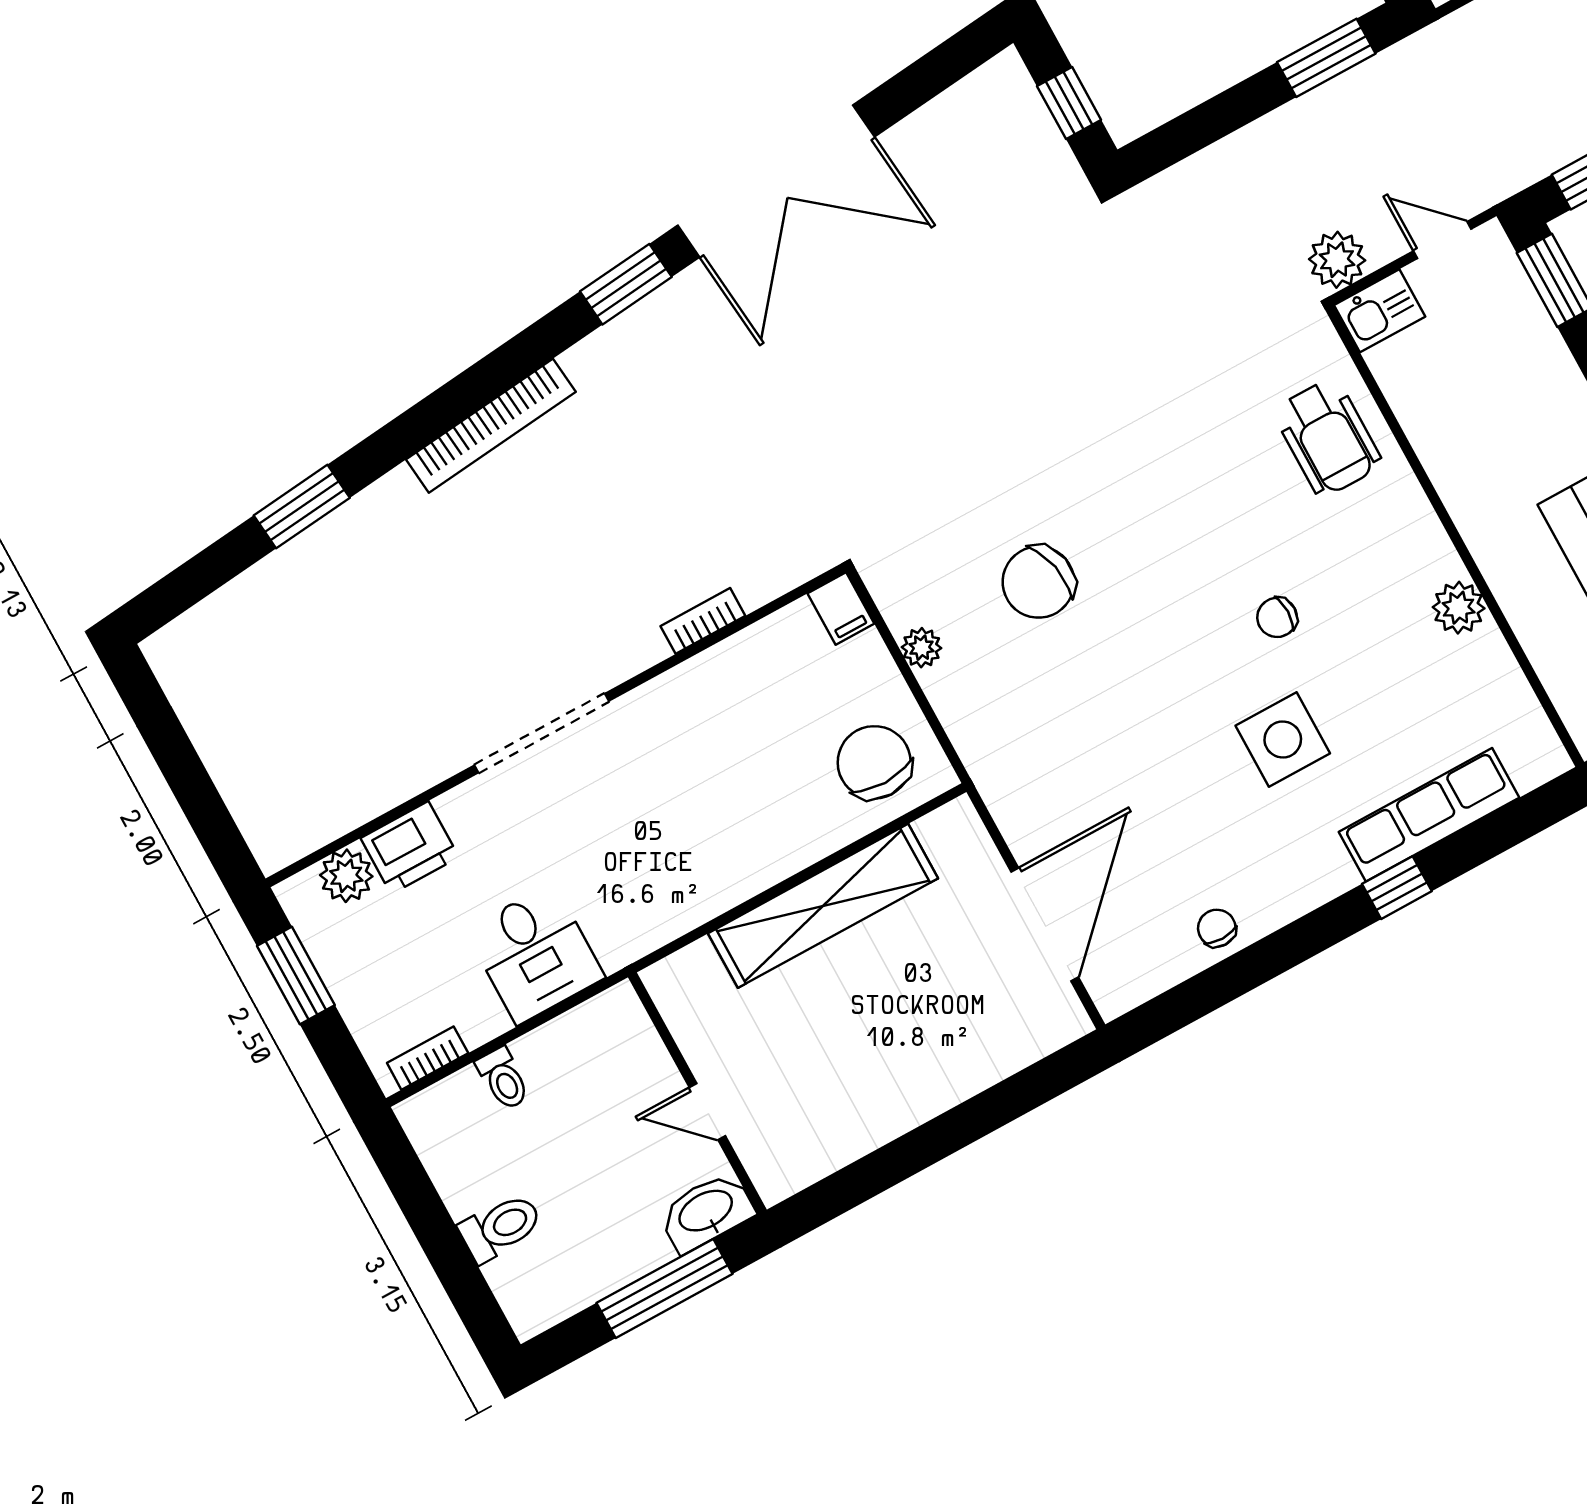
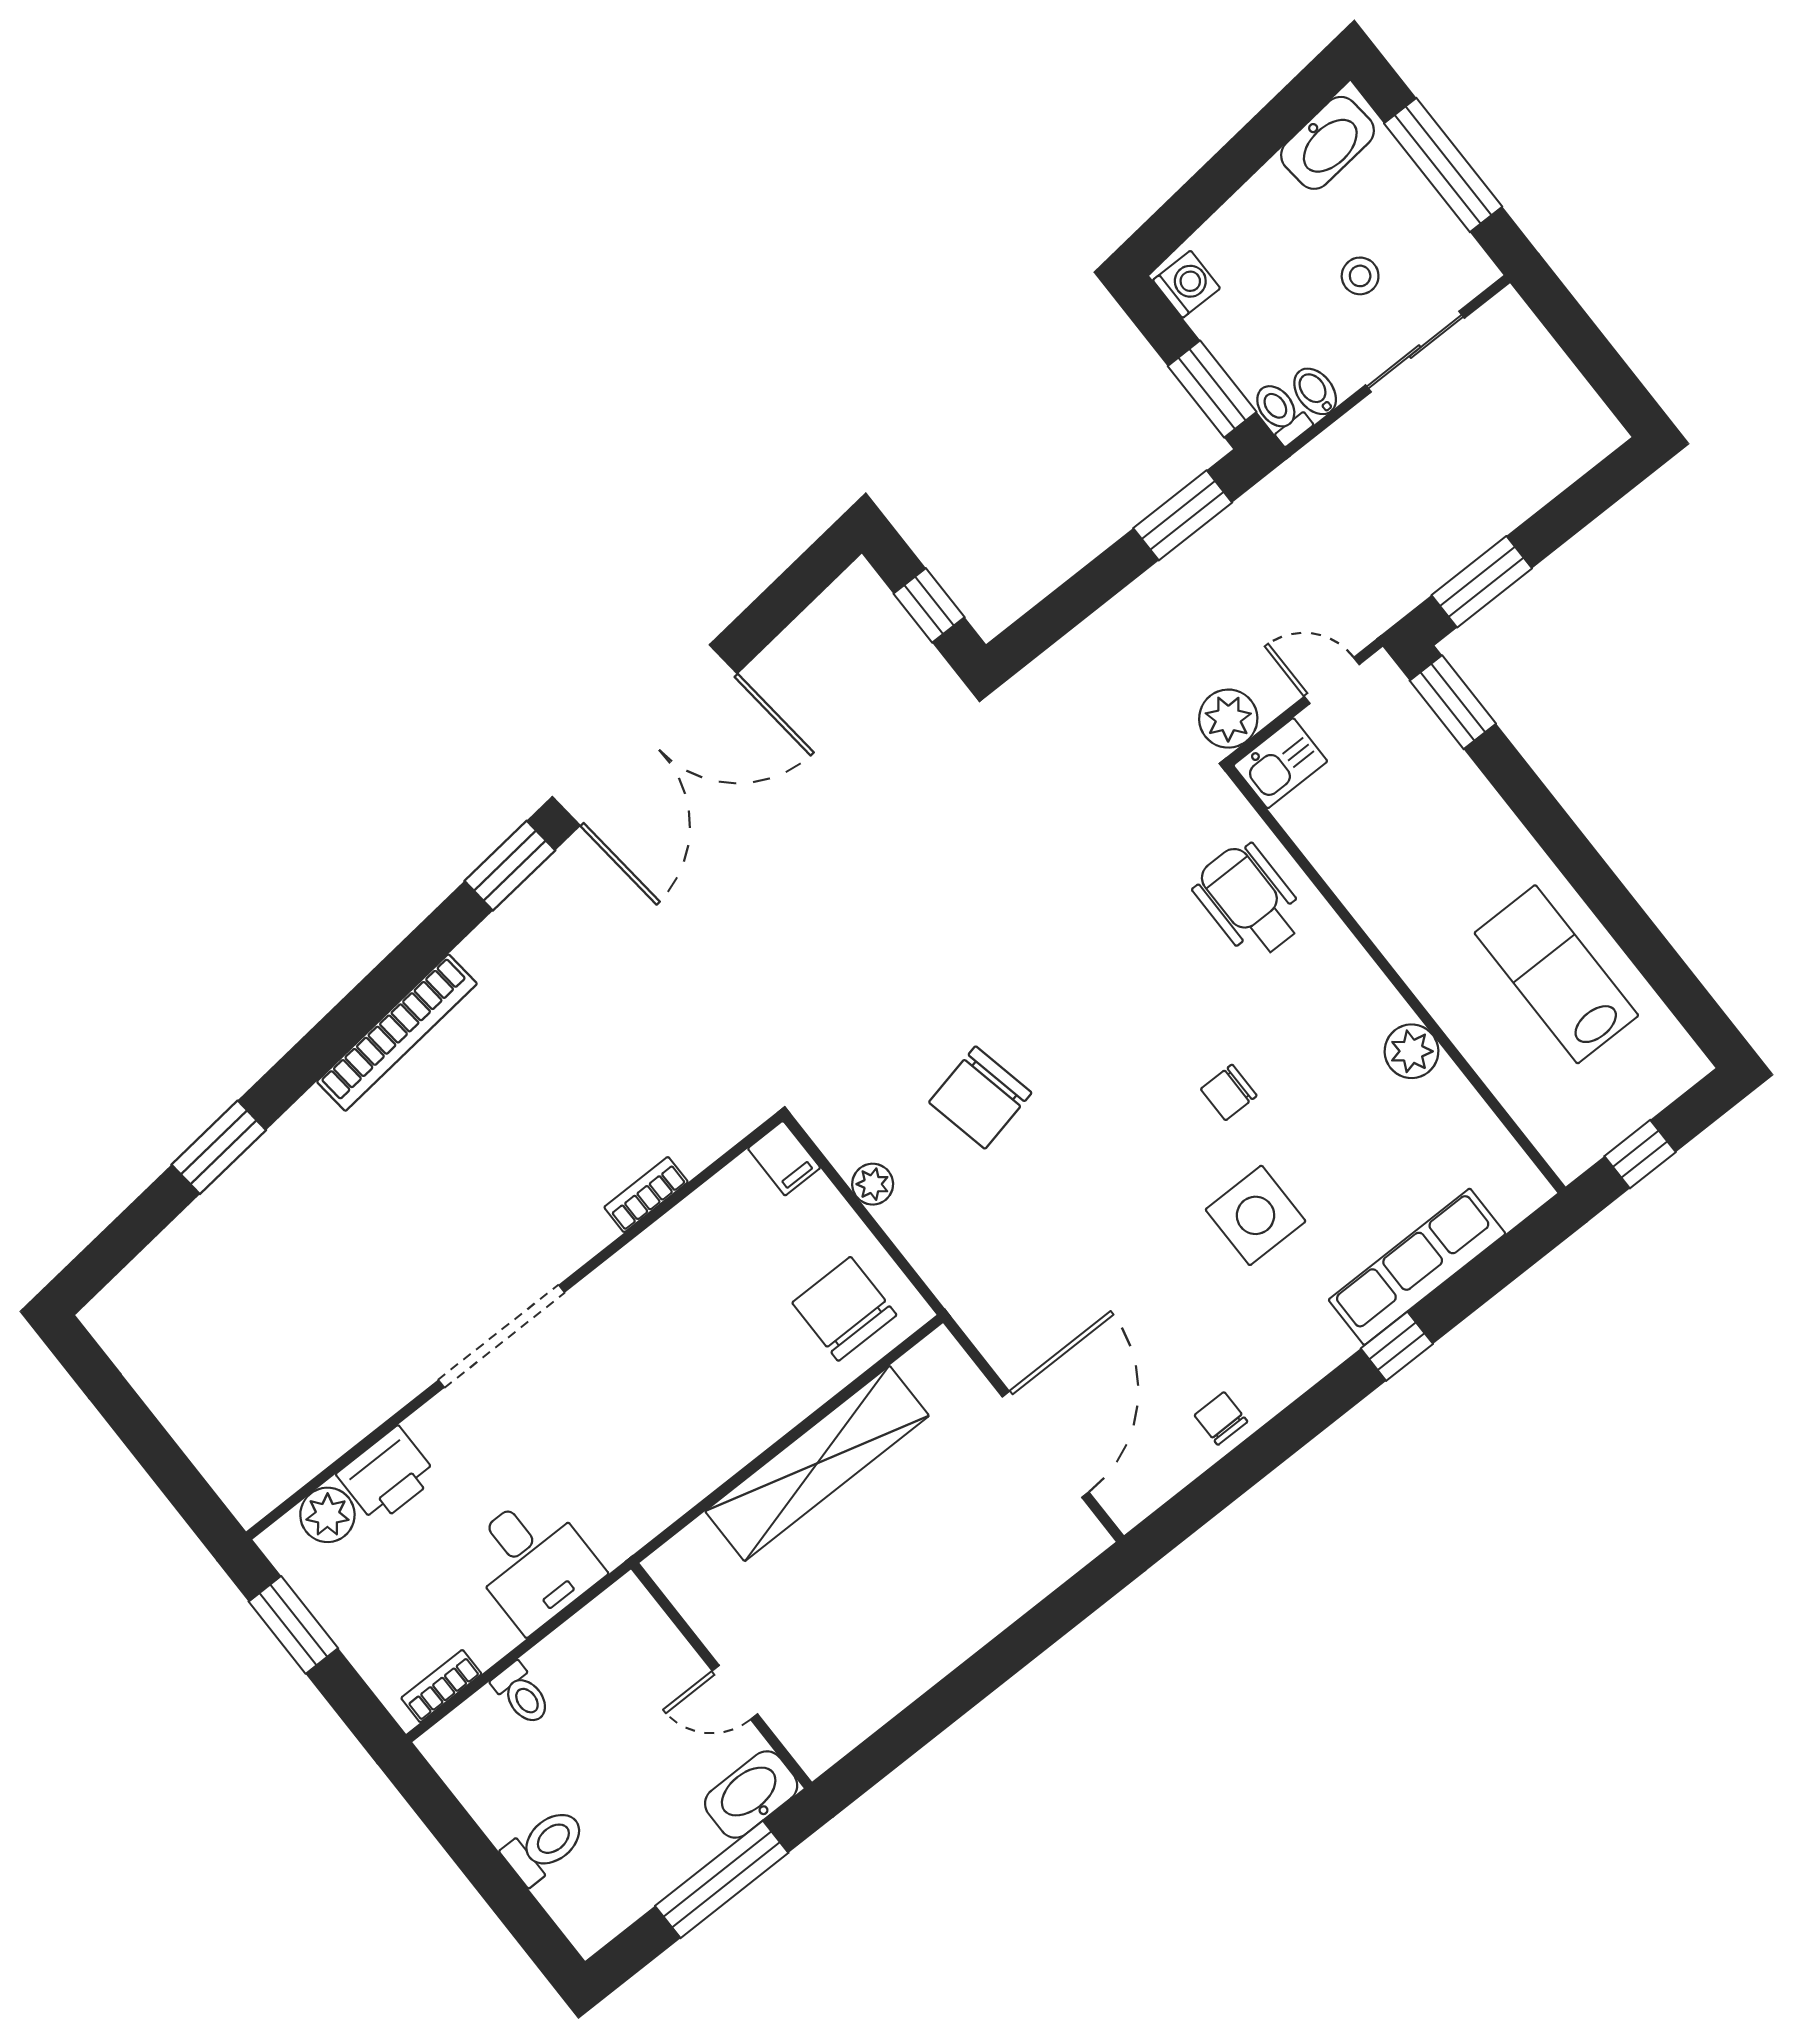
wheelchair: (1328, 438) -> (1249, 901), turned 180

